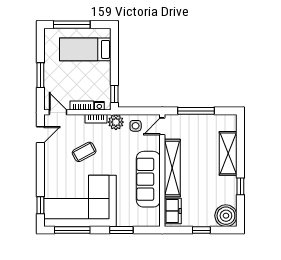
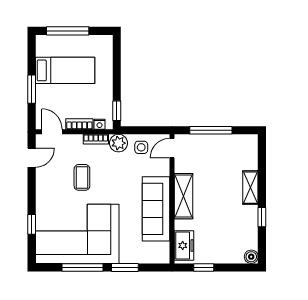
bed: (85, 49) -> (65, 70), moved, turned 180
coffee table: (84, 152) -> (82, 177), turned -62
shelving: (228, 153) -> (250, 188), width x0.67, depth x0.75
shelving: (172, 168) -> (183, 196), width x0.68
window: (40, 205) -> (32, 224), moved
boiler: (226, 216) -> (251, 257), width x0.54, depth x0.54
window: (72, 230) -> (83, 267), moved
window: (201, 230) -> (204, 267), moved

